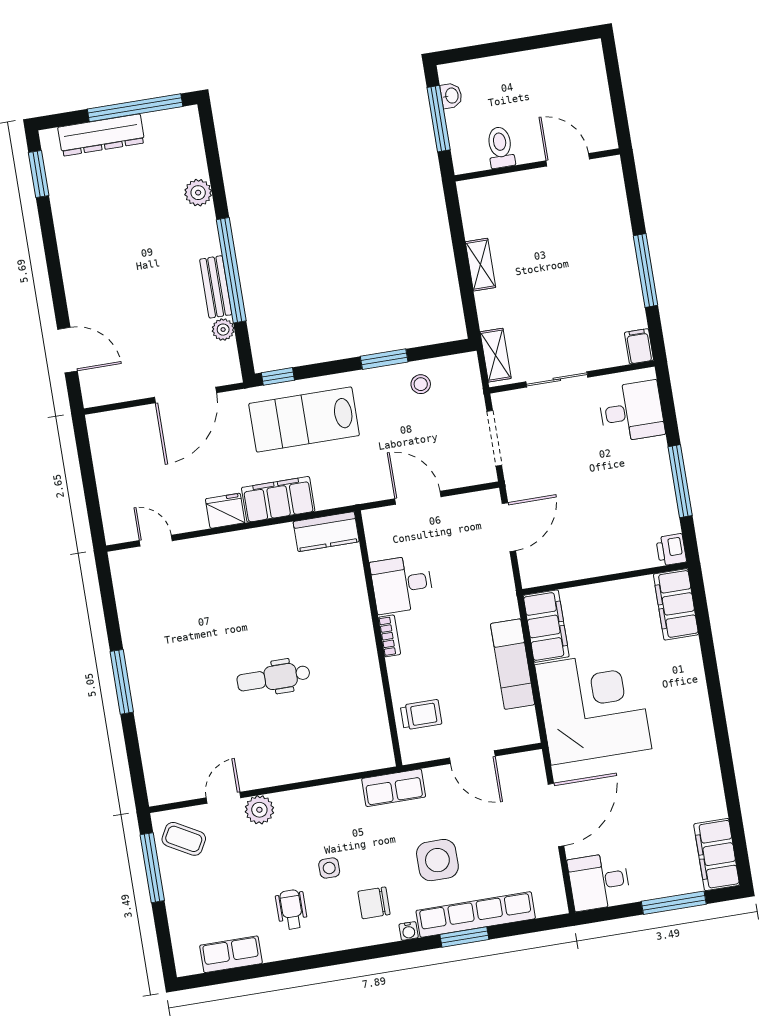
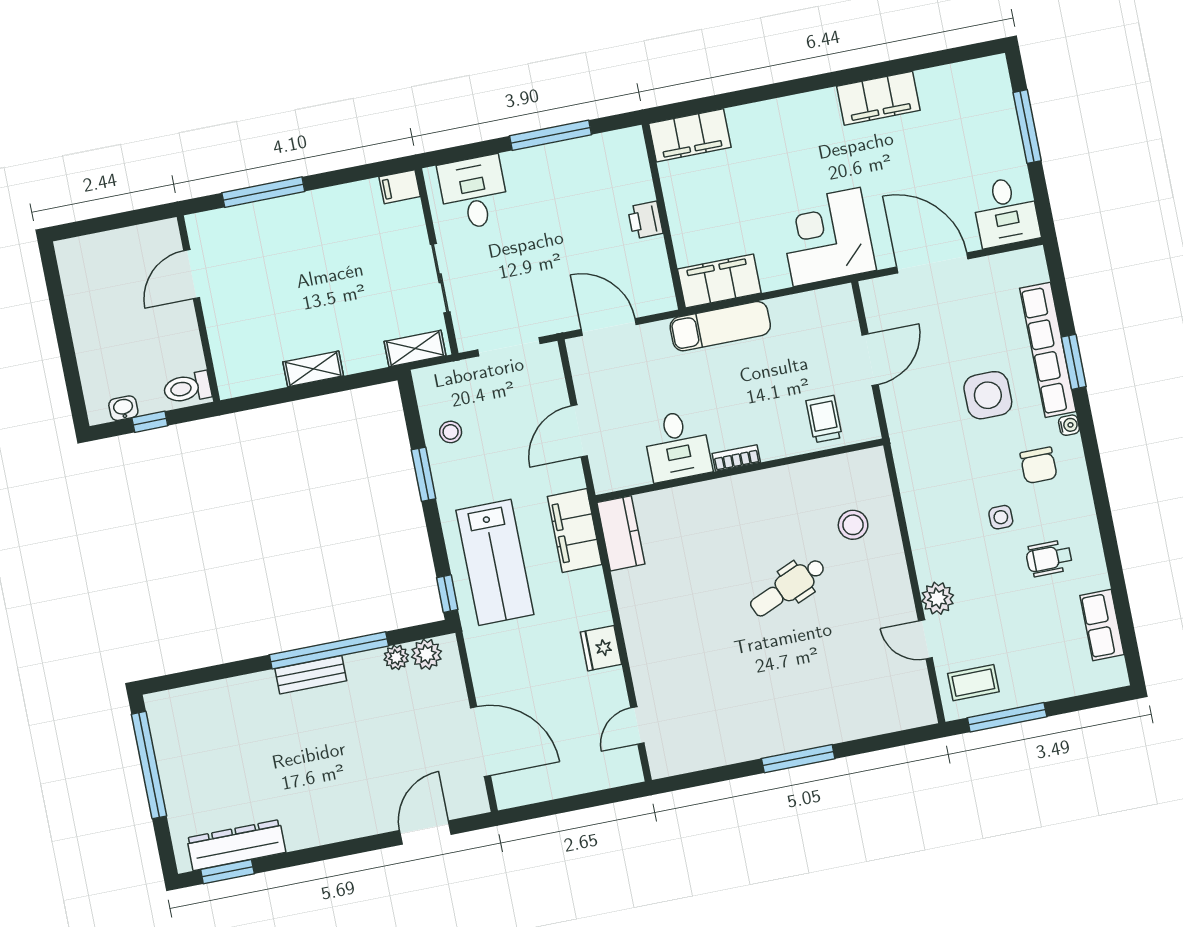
window: (439, 119) -> (150, 422), width x0.46
dresser: (101, 135) -> (236, 845), moved, turned -90
toilet: (500, 147) -> (187, 388), moved
plant: (198, 193) -> (427, 654), moved
window: (646, 271) -> (263, 192), moved
bench: (216, 287) -> (311, 675), moved
door: (185, 395) -> (480, 742), moved
filing cabinet: (278, 499) -> (575, 530), moved
printer: (671, 550) -> (645, 220), moved, turned 90
exam couch: (513, 664) -> (720, 326), moved
dental chair: (273, 678) -> (788, 587), turned 67
corner desk: (593, 707) -> (827, 237), width x0.74, depth x0.74
stool: (327, 737) -> (853, 525), added
row of seats: (394, 788) -> (908, 447), removed
coffee table: (184, 839) -> (973, 683), turned 61
filing cabinet: (717, 855) -> (878, 98), moved

